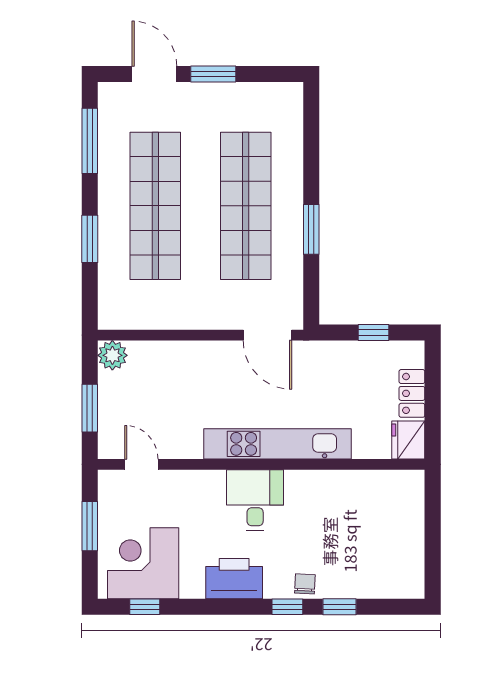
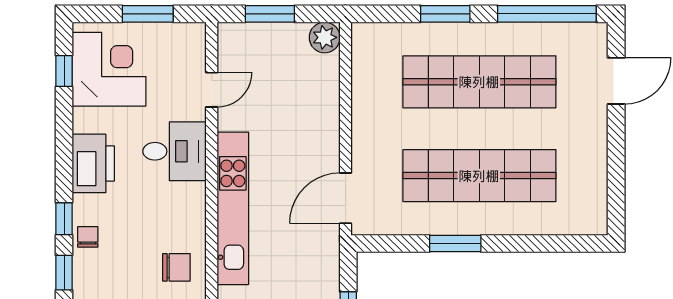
window: (213, 74) -> (616, 142), removed
window: (90, 141) -> (547, 14), width x1.46
door: (141, 464) -> (212, 90), moved
chair: (334, 498) -> (176, 267), added
desk: (255, 500) -> (174, 151), moved
chair: (305, 584) -> (88, 237), turned -93

